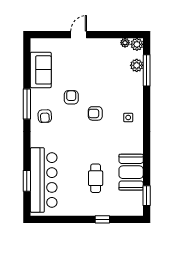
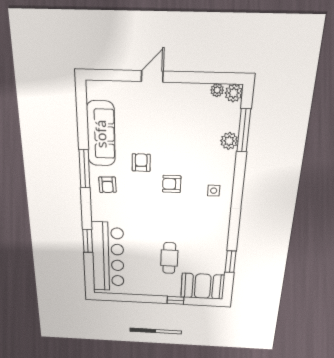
plant: (137, 65) -> (229, 141), moved
sofa: (41, 70) -> (101, 134), width x1.36
booth: (131, 172) -> (203, 286), moved, turned 90
window: (27, 181) -> (88, 241), moved
window: (147, 196) -> (230, 262), moved

